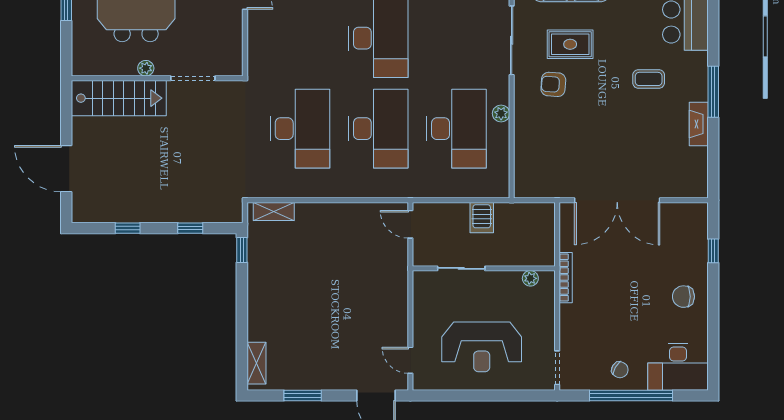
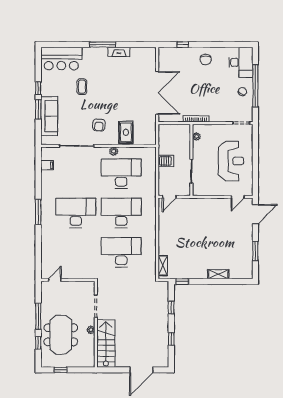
rug: (570, 44) -> (126, 132), moved
coffee table: (649, 79) -> (82, 87), moved
shelving: (257, 363) -> (218, 274), moved

